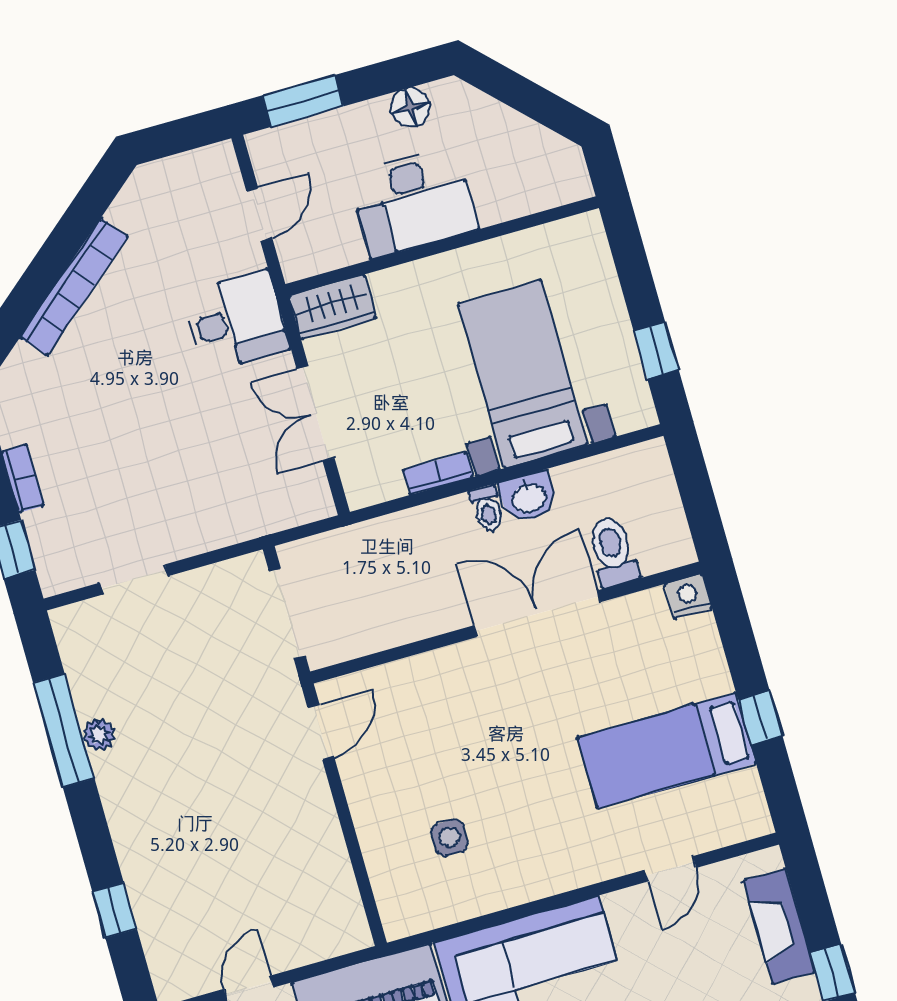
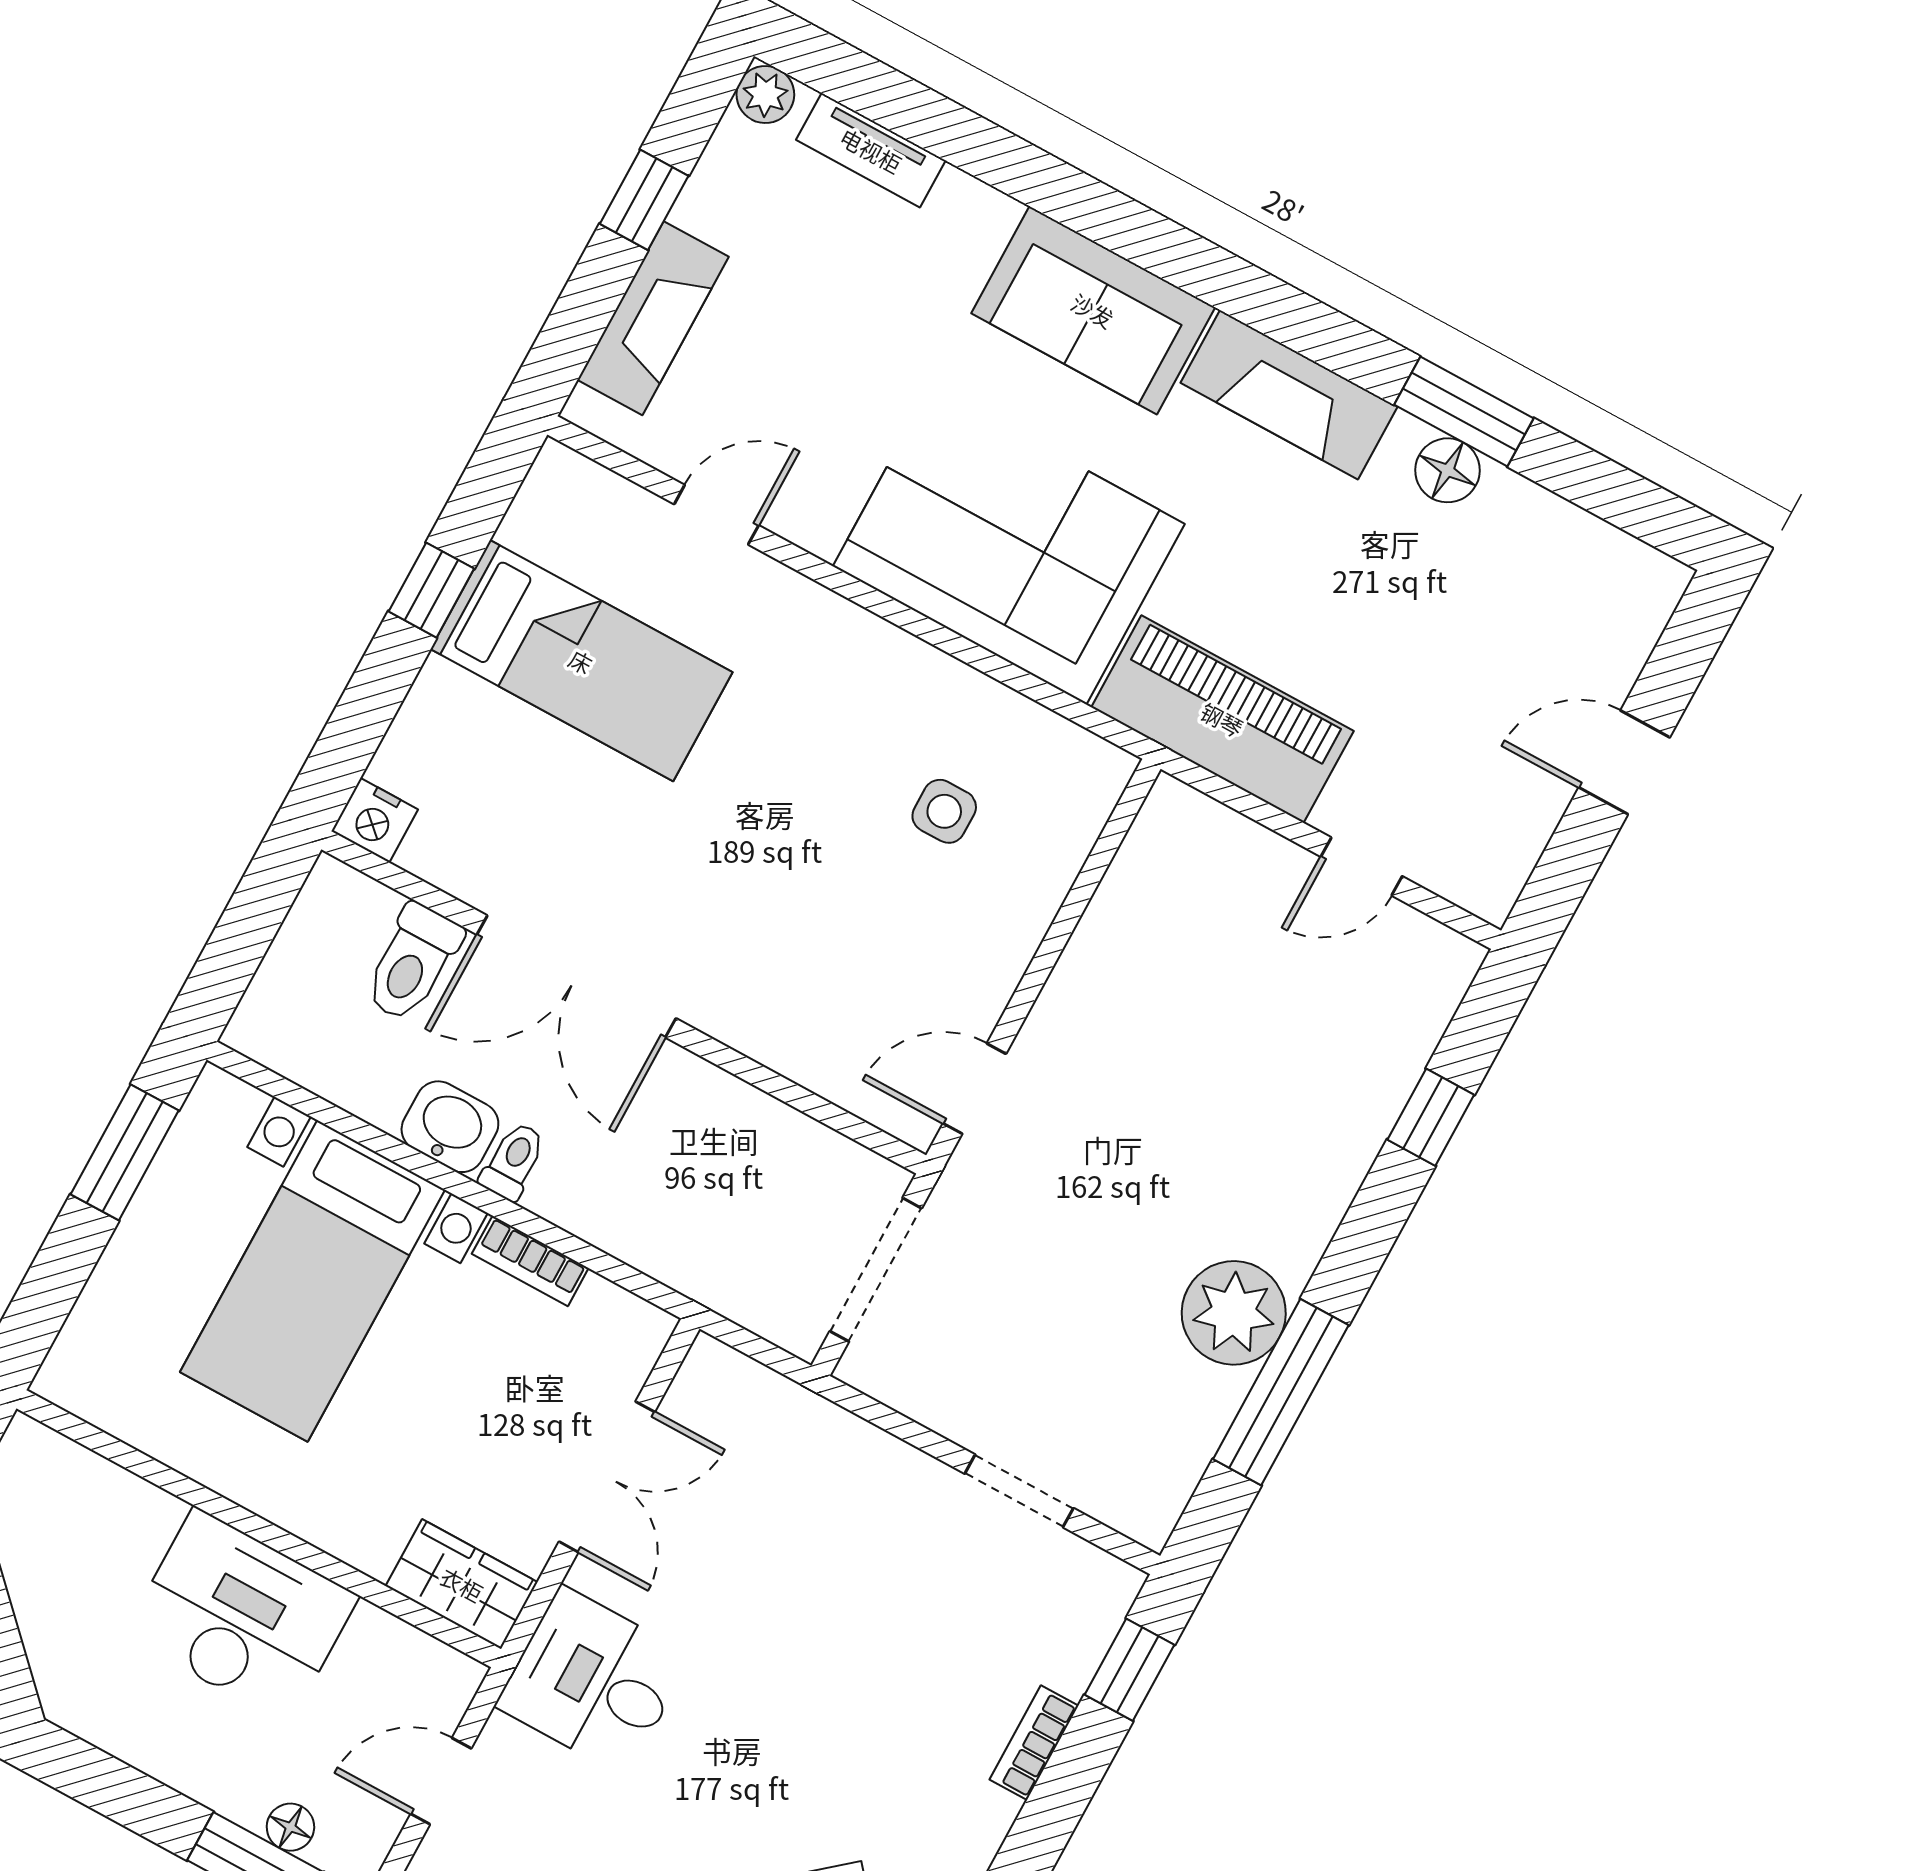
floor lamp: (411, 107) -> (290, 1827), moved, width x0.73, depth x0.73
window: (656, 350) -> (125, 1152), width x1.50
plant: (99, 735) -> (1234, 1313), width x1.88, depth x1.88

